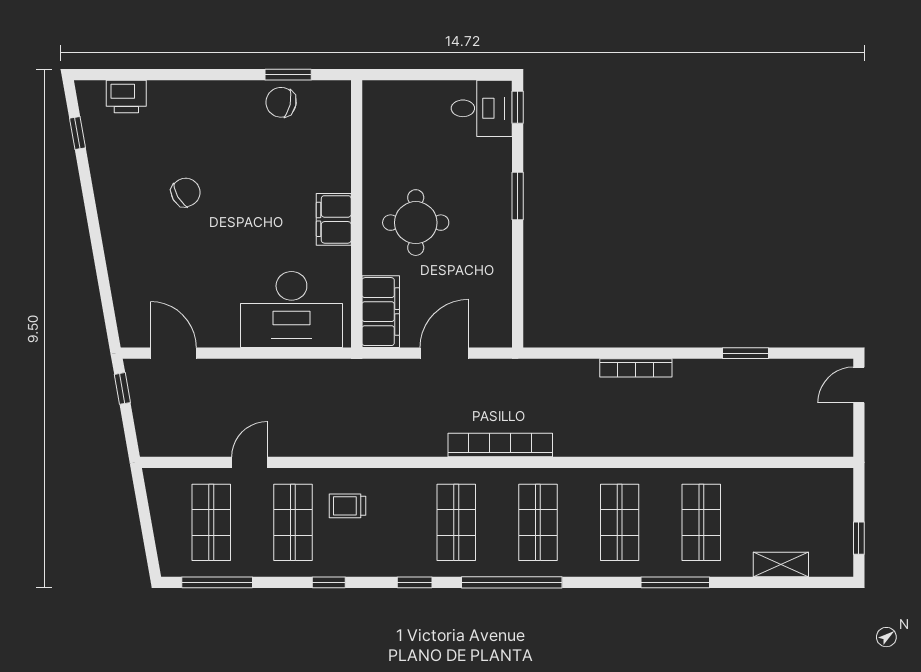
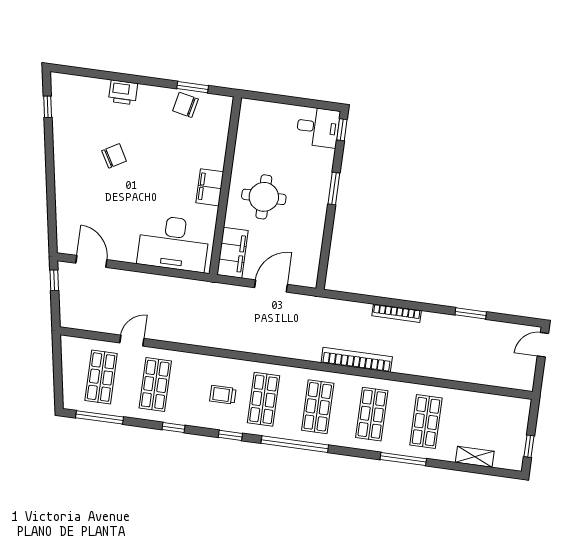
printer: (126, 97) -> (123, 92), moved
bookcase: (500, 445) -> (357, 360), moved
trolley: (347, 506) -> (223, 395), moved

